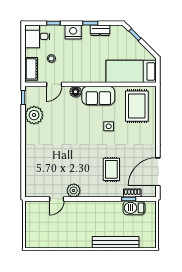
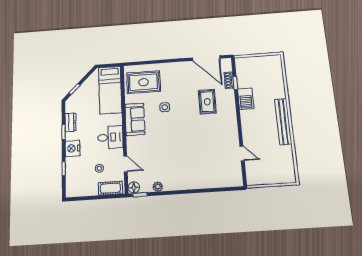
desk: (37, 36) -> (110, 137), moved, turned -90
floor lamp: (76, 92) -> (134, 188), moved
plant: (34, 115) -> (158, 187), width x0.53, depth x0.53
rug: (111, 169) -> (207, 102), turned 90
plant: (74, 190) -> (232, 137), removed
barbecue: (134, 208) -> (246, 99), moved
bench: (116, 242) -> (283, 122), moved

